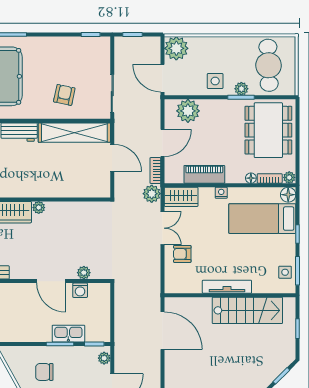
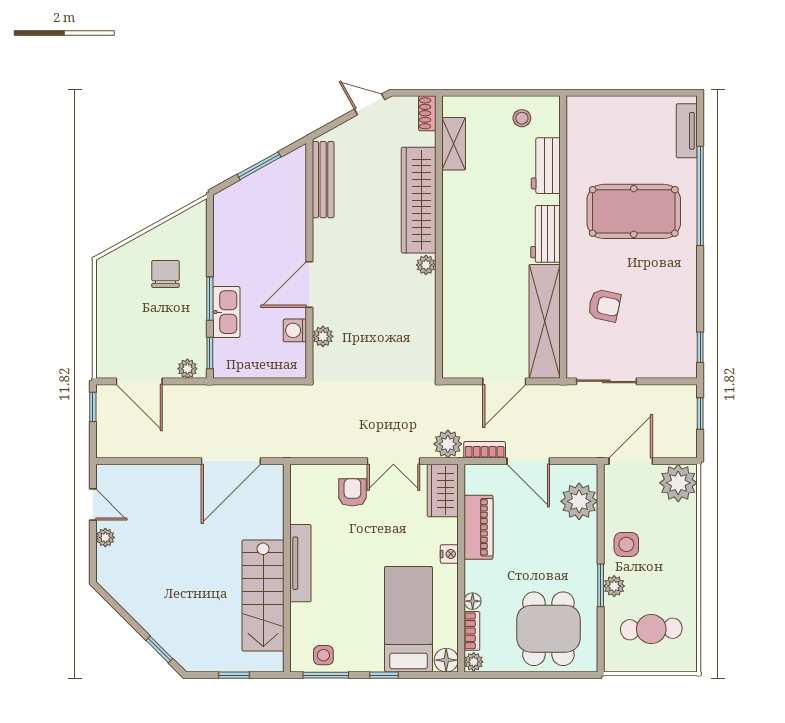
cafe table: (269, 65) -> (651, 629), width x0.73, depth x0.74
dining table: (268, 130) -> (548, 629), width x0.73

